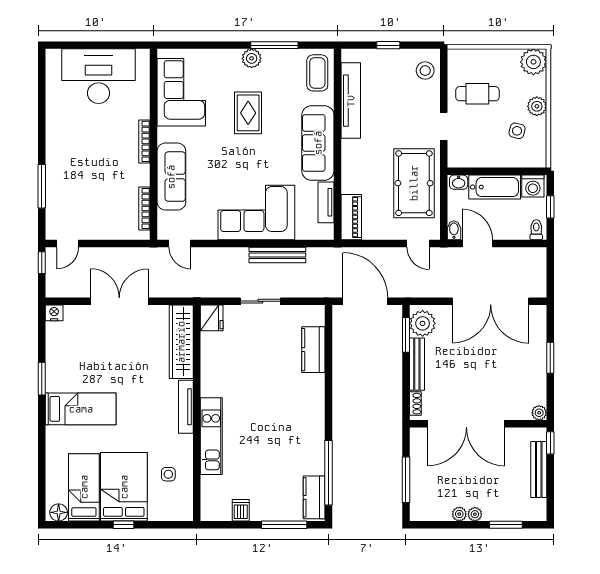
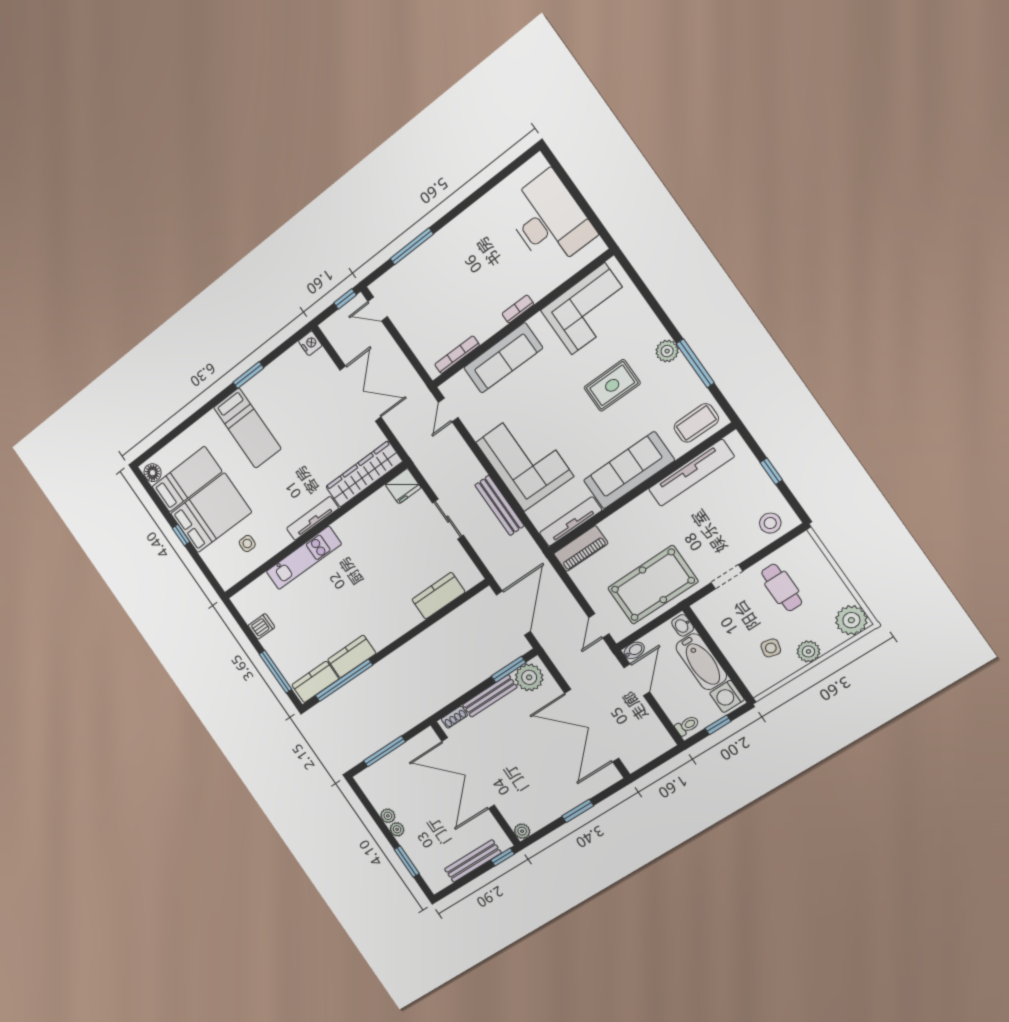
bookcase: (144, 141) -> (518, 309), width x0.64
tv unit: (326, 202) -> (571, 522), width x1.41
kitchen counter: (314, 453) -> (352, 656), added

